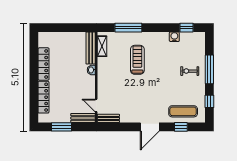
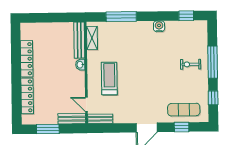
water cooler: (174, 37) -> (159, 26), moved
treadmill: (137, 60) -> (109, 79), moved

